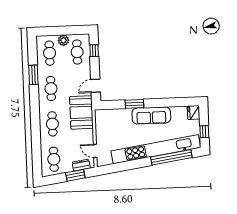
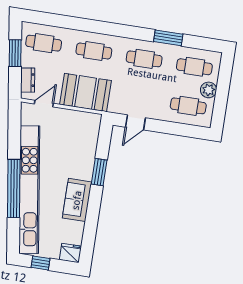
window: (94, 51) -> (185, 130), removed
door: (96, 86) -> (135, 122), swing flipped
booth: (81, 112) -> (85, 93), moved
sofa: (151, 115) -> (77, 200), width x0.73
window: (171, 157) -> (14, 188), moved
window: (75, 175) -> (15, 53), moved

